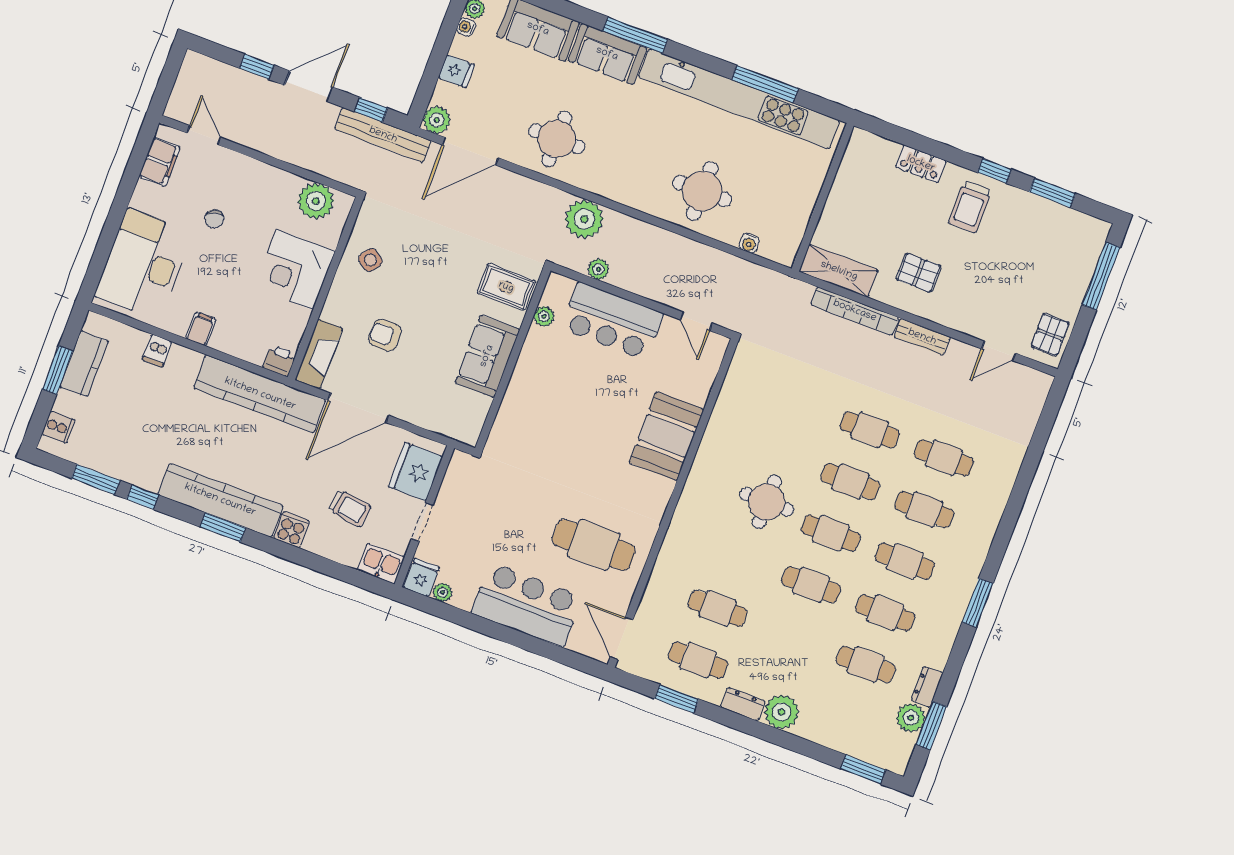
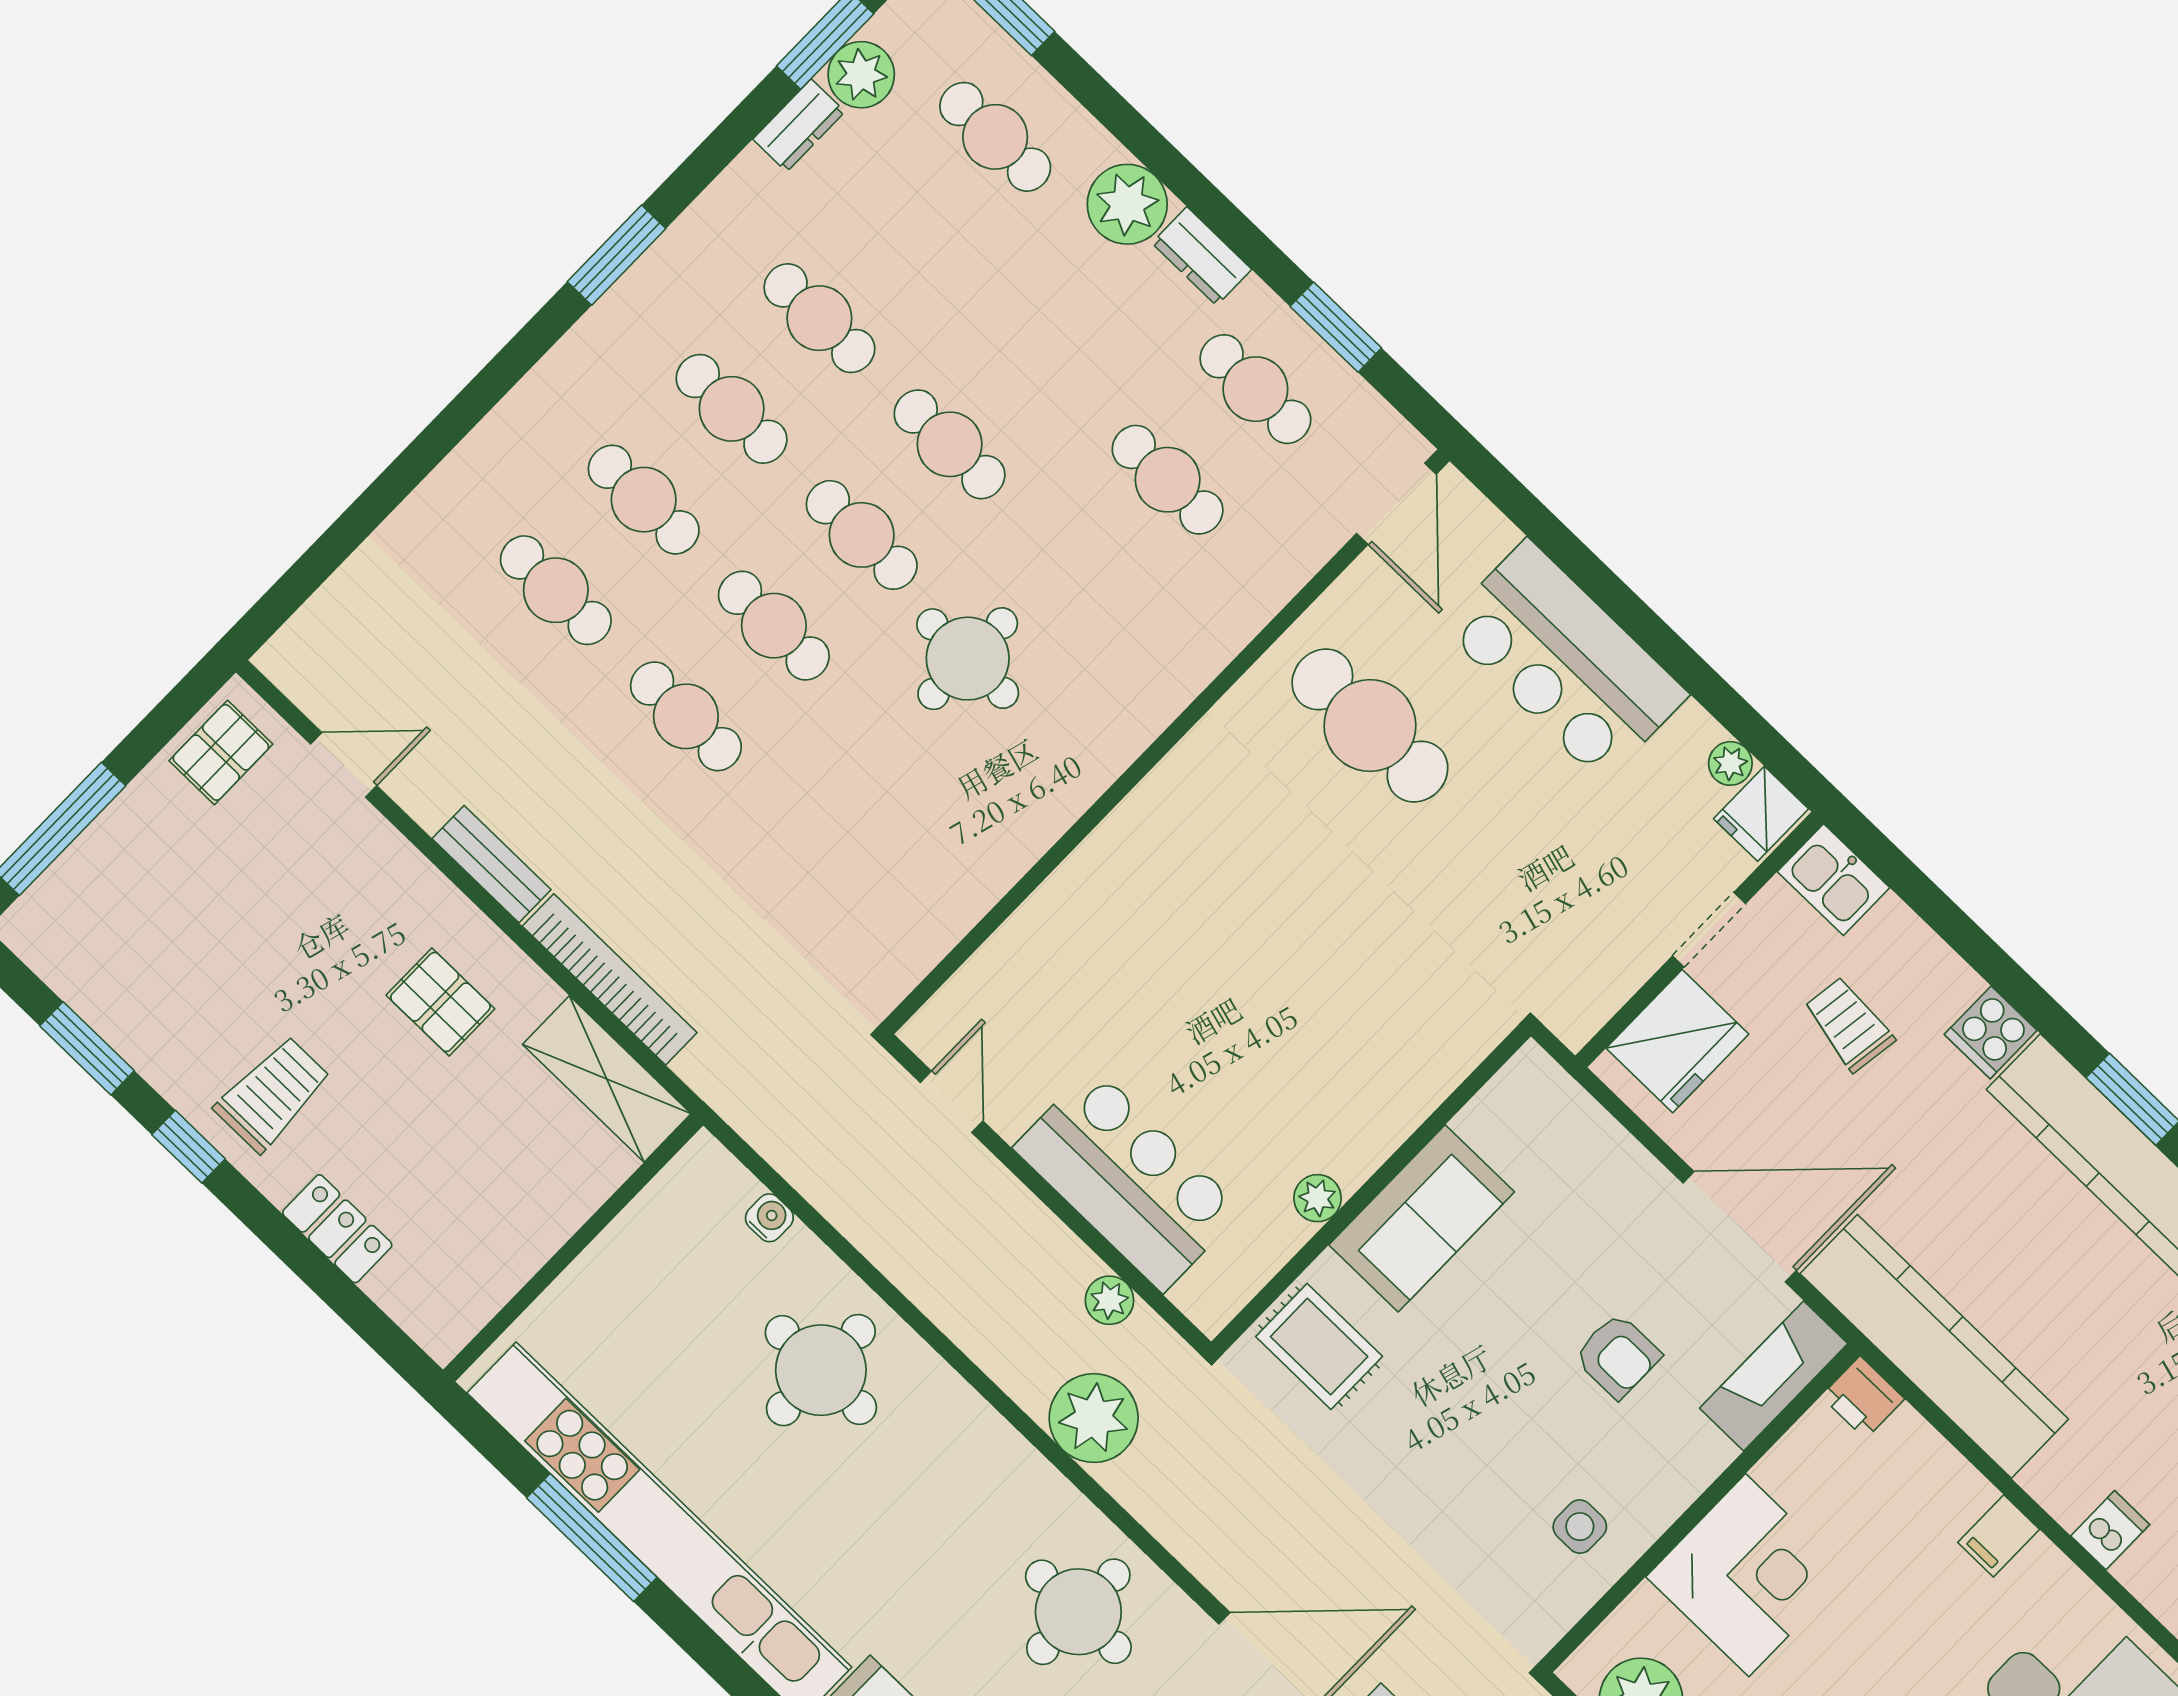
side table: (370, 260) -> (1580, 1527), turned -34
plant: (544, 316) -> (1317, 1198), moved
booth: (667, 436) -> (1118, 888), removed
cafe table: (866, 664) -> (995, 137), moved

